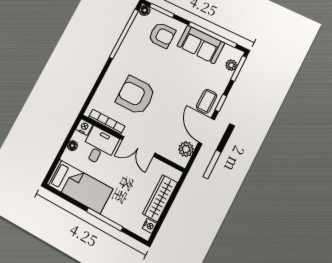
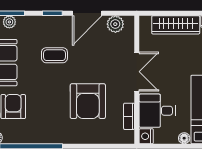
coffee table: (207, 101) -> (54, 55), moved
bookcase: (107, 122) -> (129, 116), width x0.64
floor lamp: (72, 146) -> (184, 138), moved

